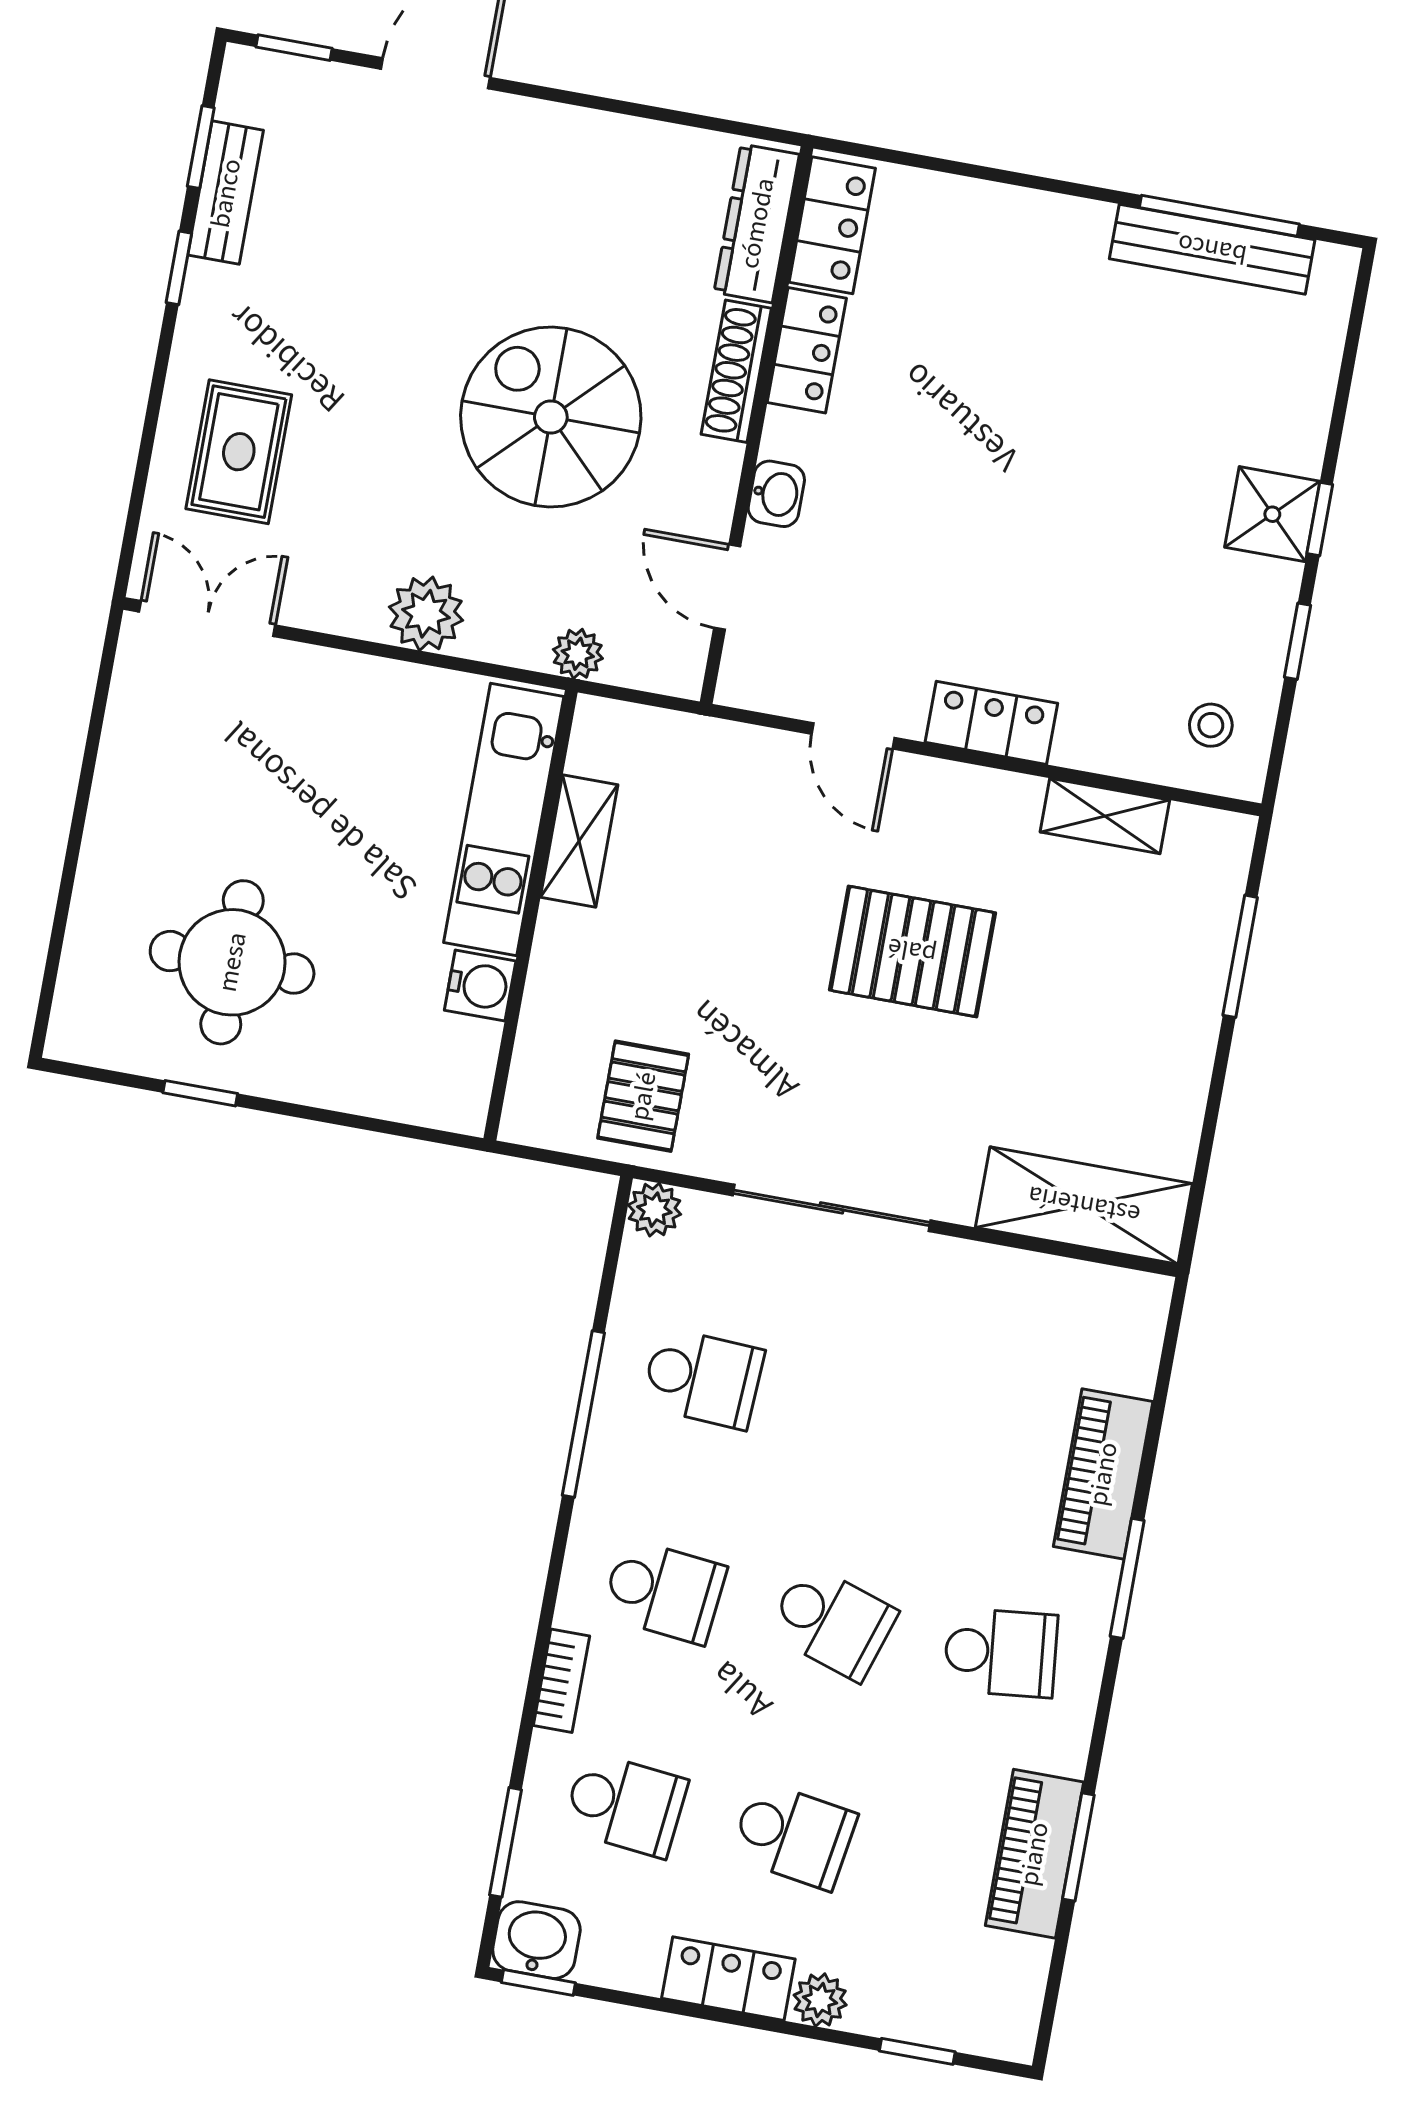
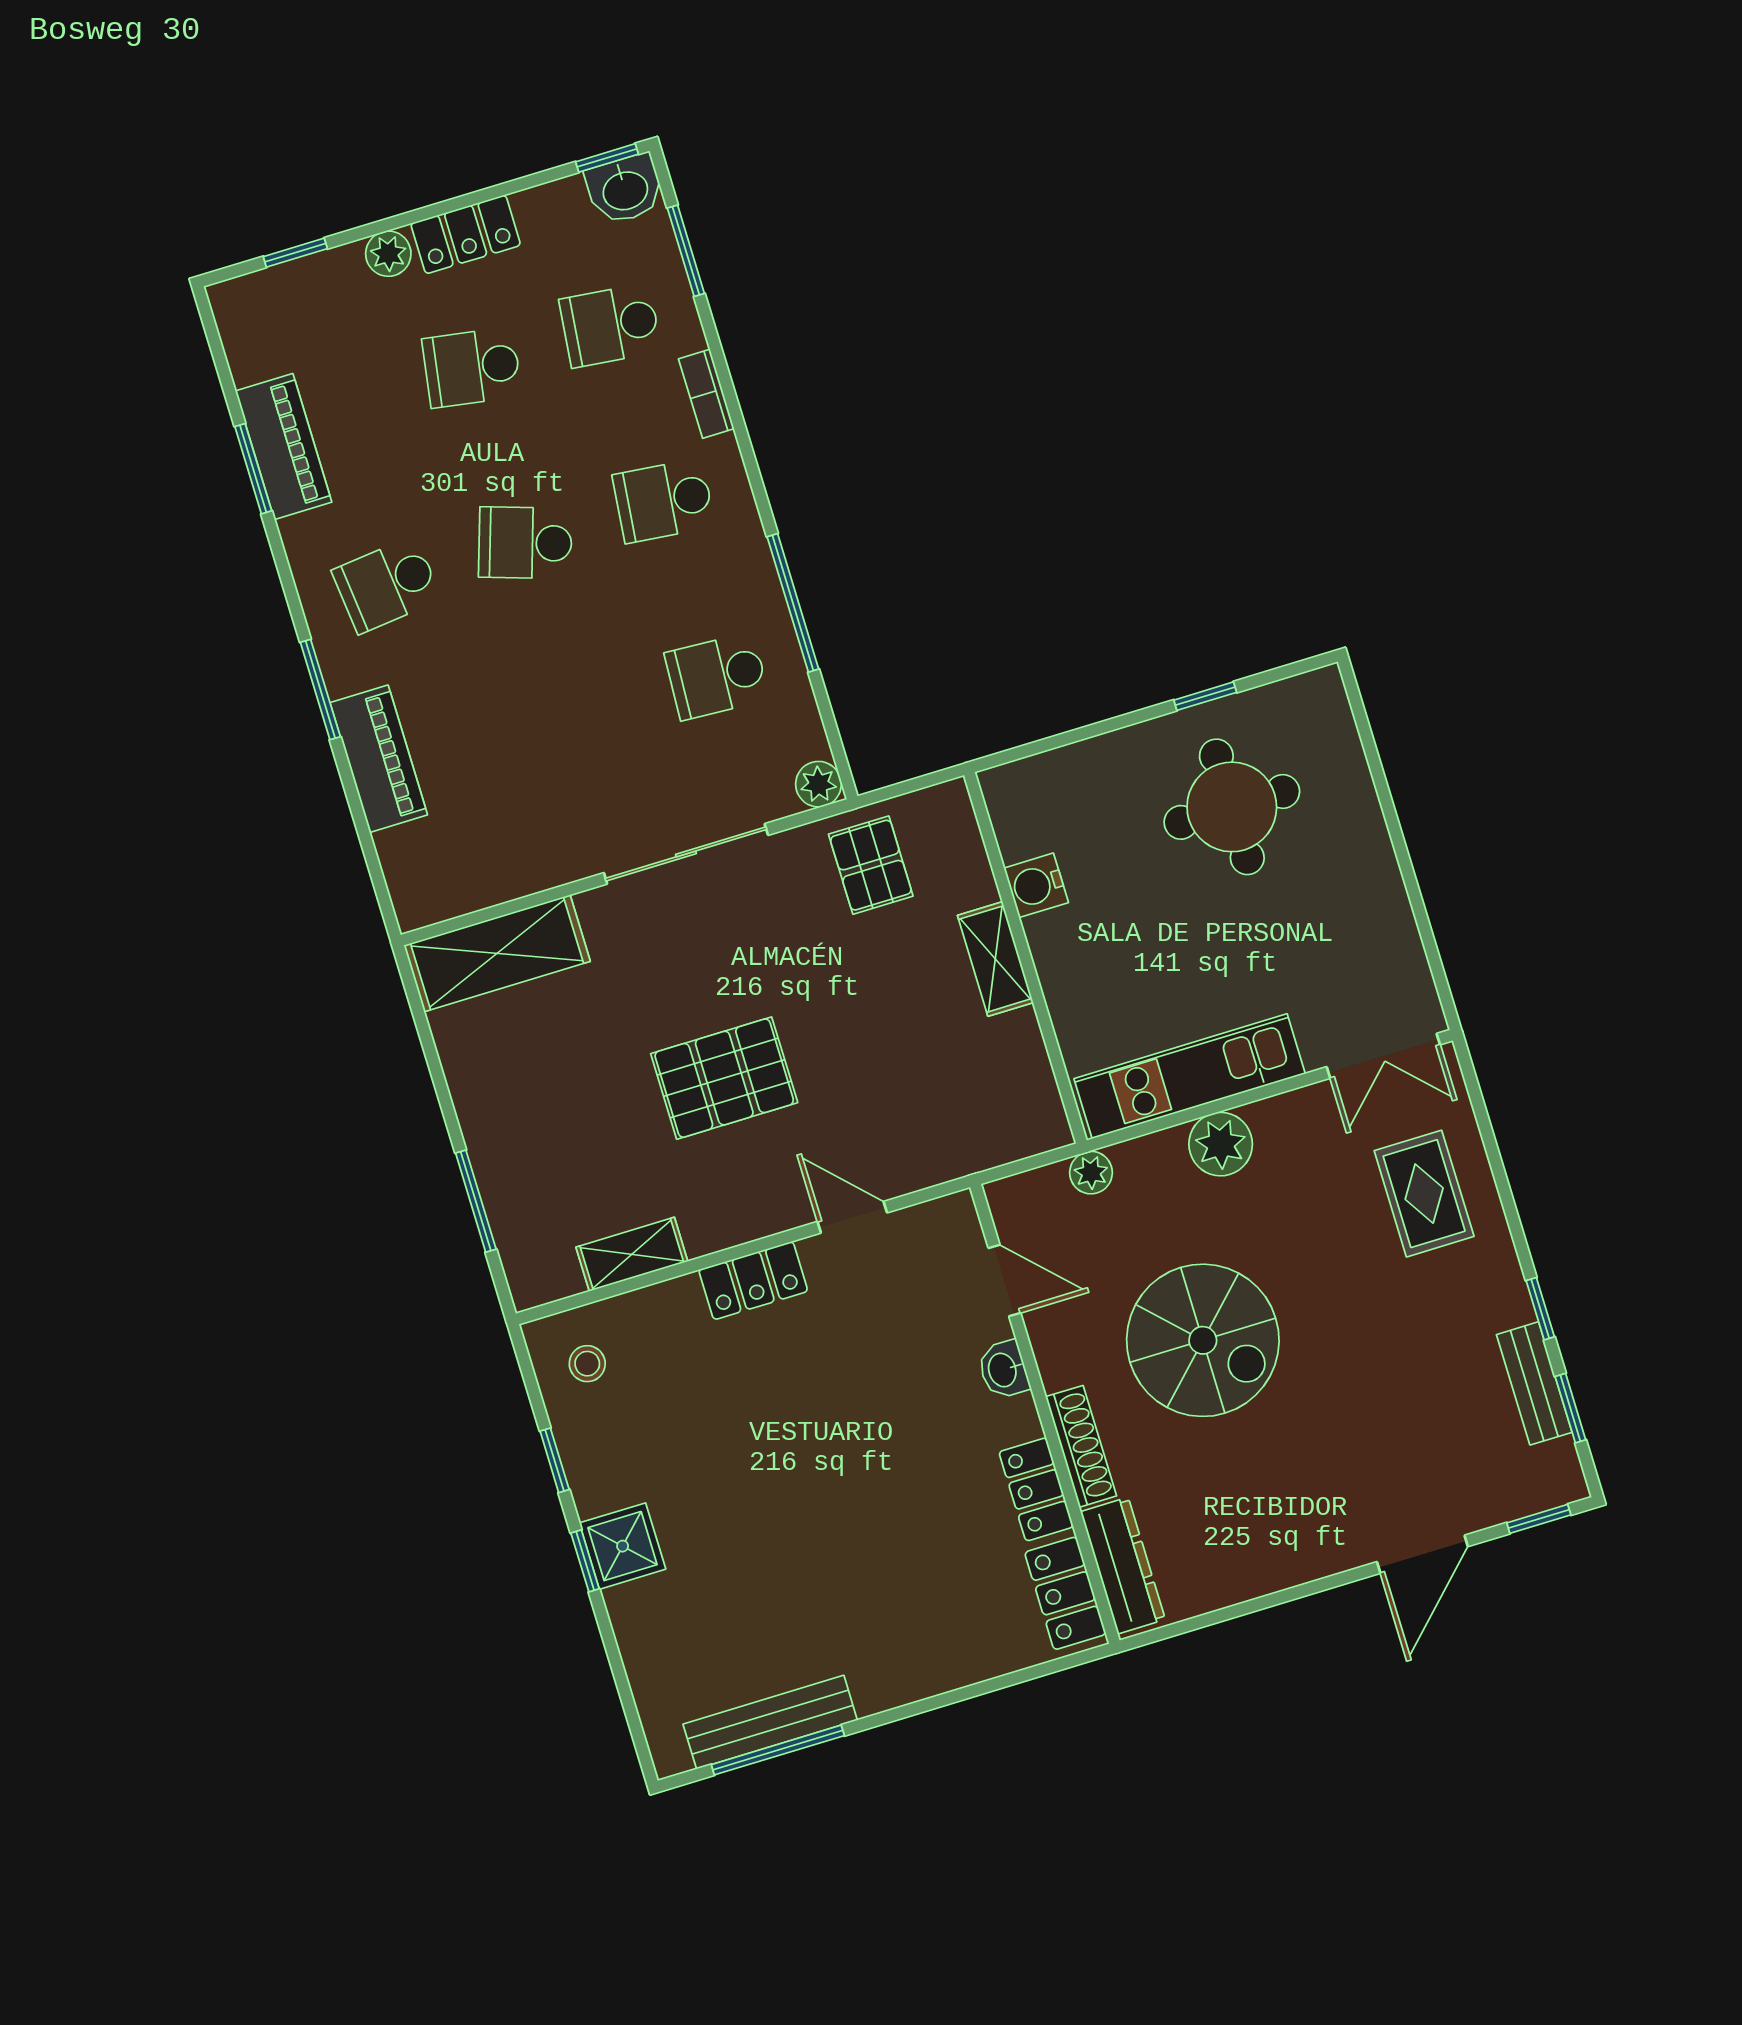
kitchen unit: (504, 819) -> (1190, 1076), moved, turned -90
shelving: (579, 841) -> (995, 959), moved

